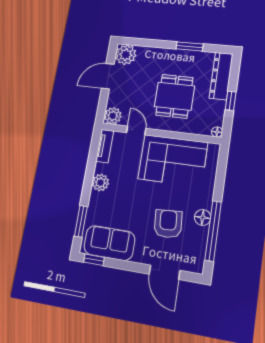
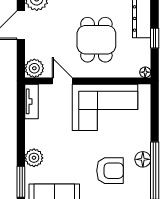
plant: (100, 183) -> (34, 158), moved
armchair: (168, 224) -> (110, 171), turned 94

